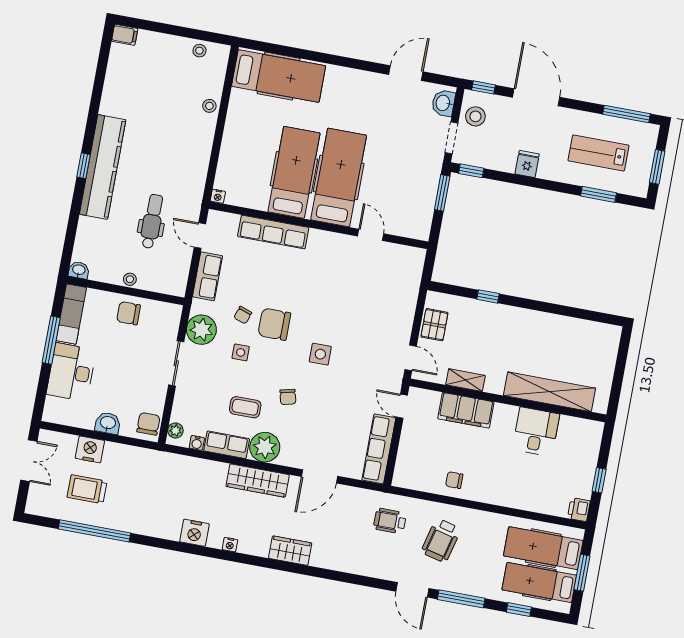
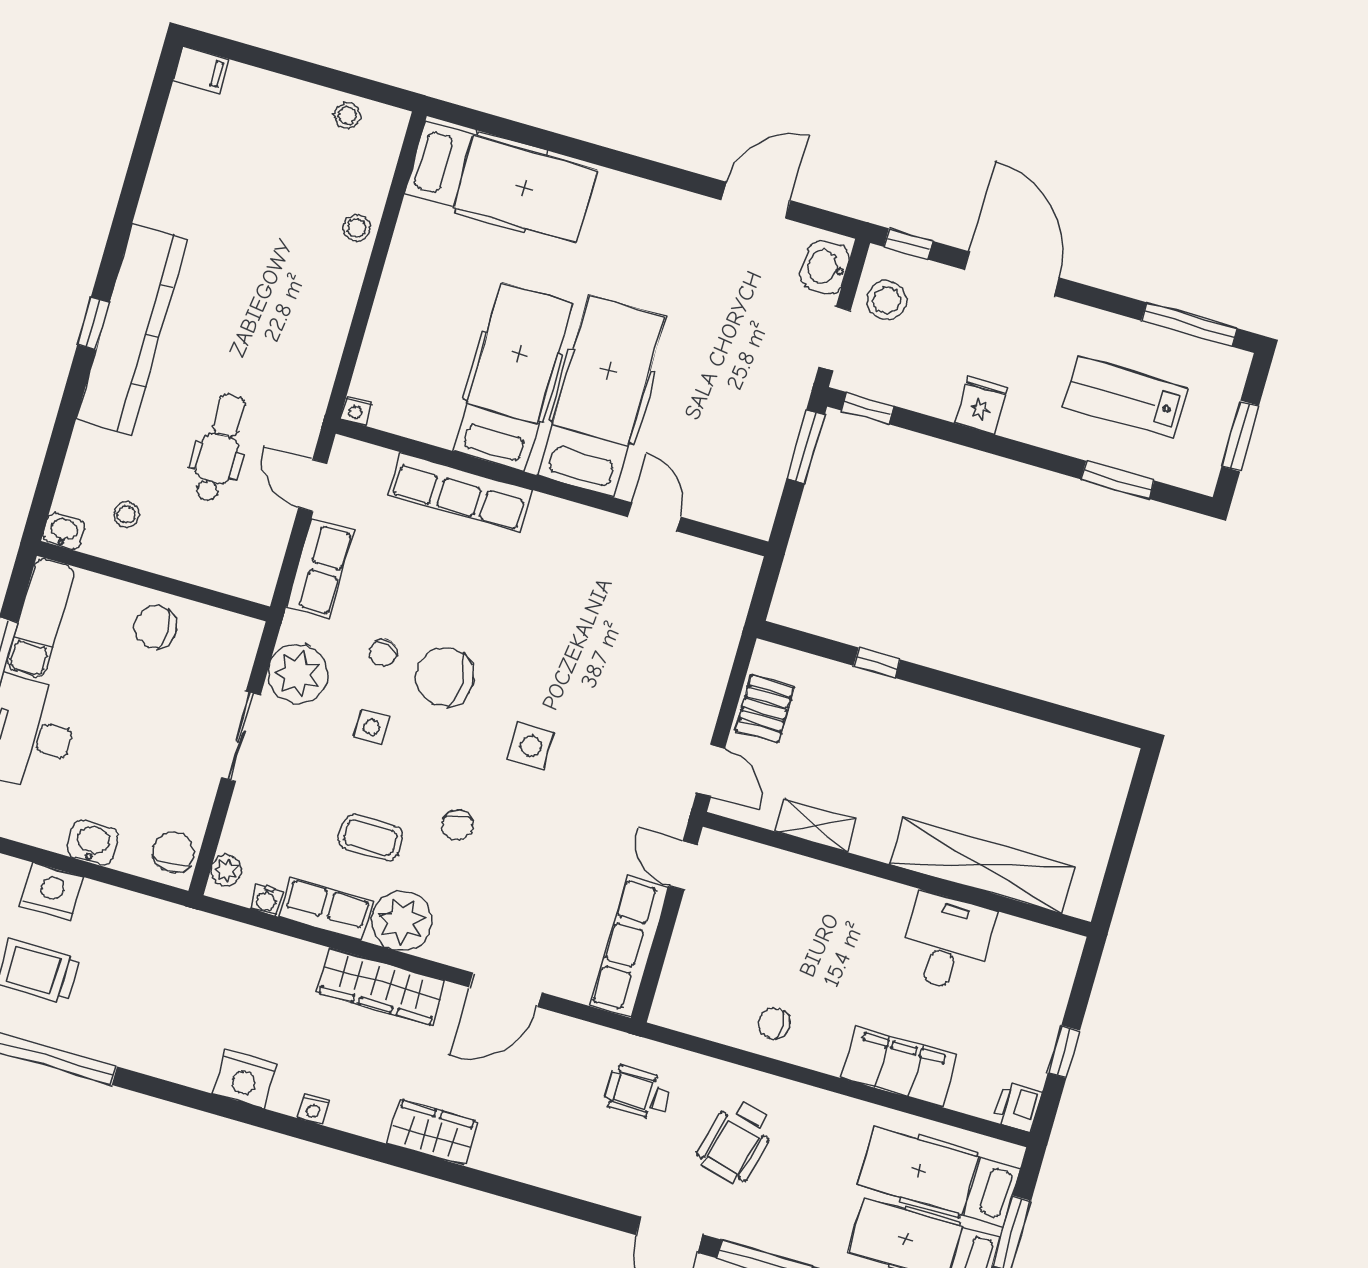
stool: (130, 279) -> (126, 514), moved
filing cabinet: (466, 410) -> (899, 1066), moved, turned 180

